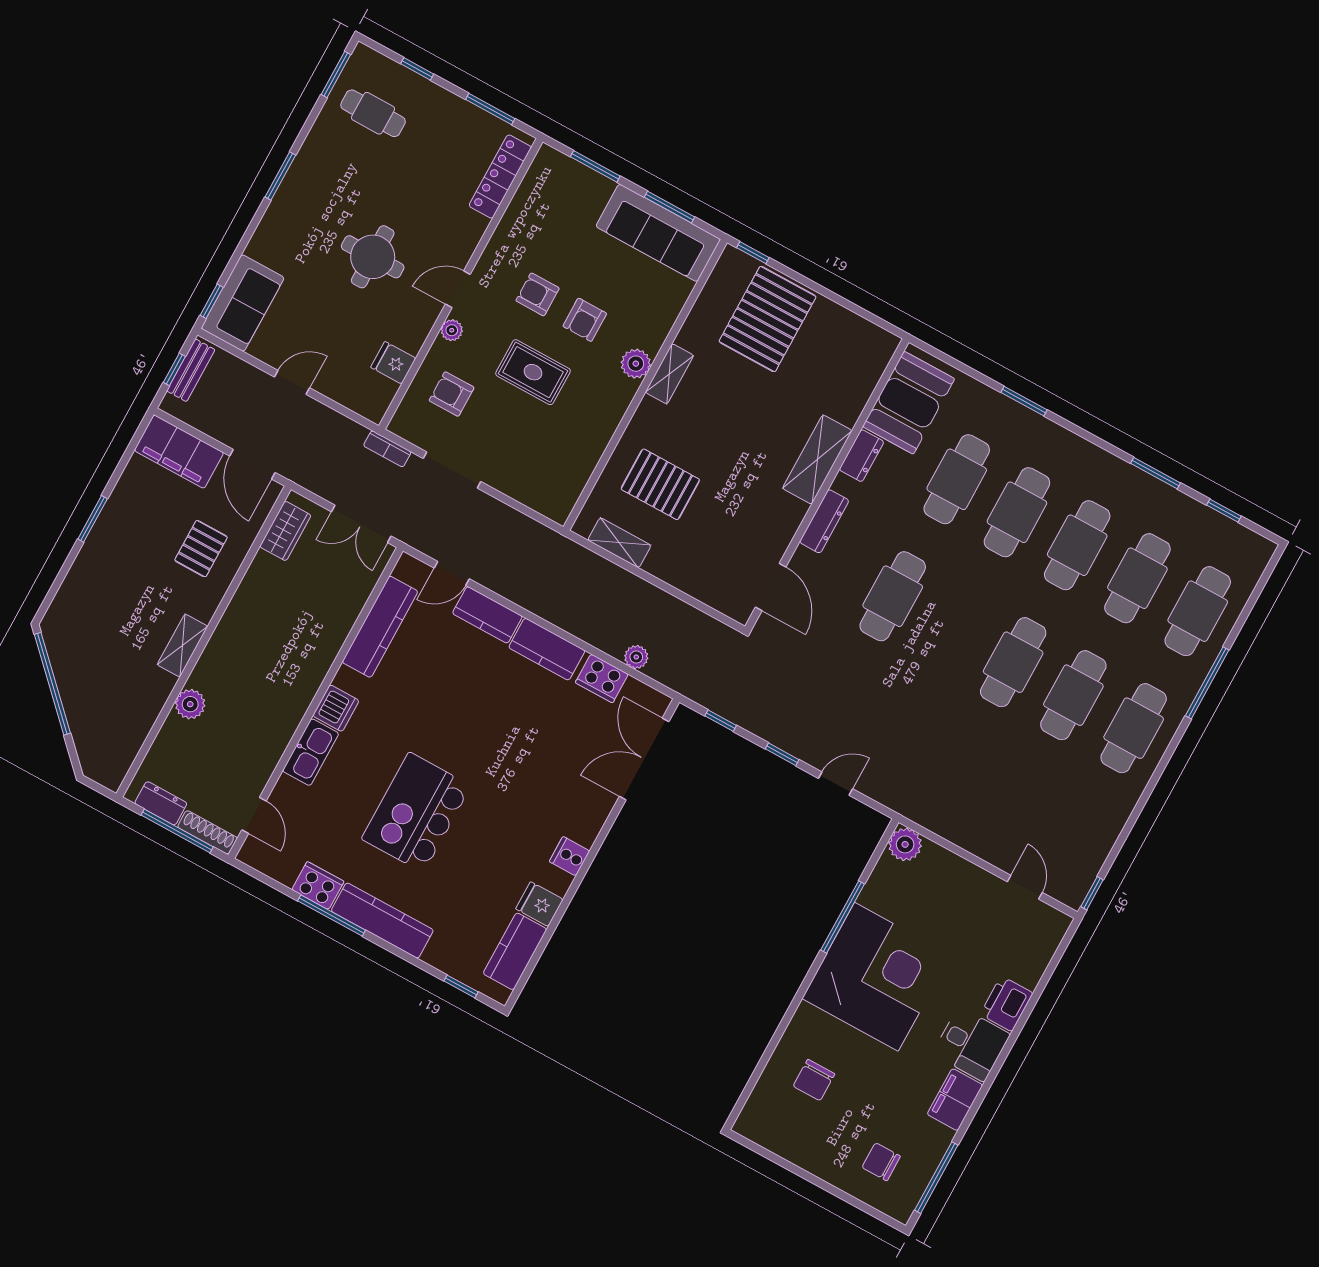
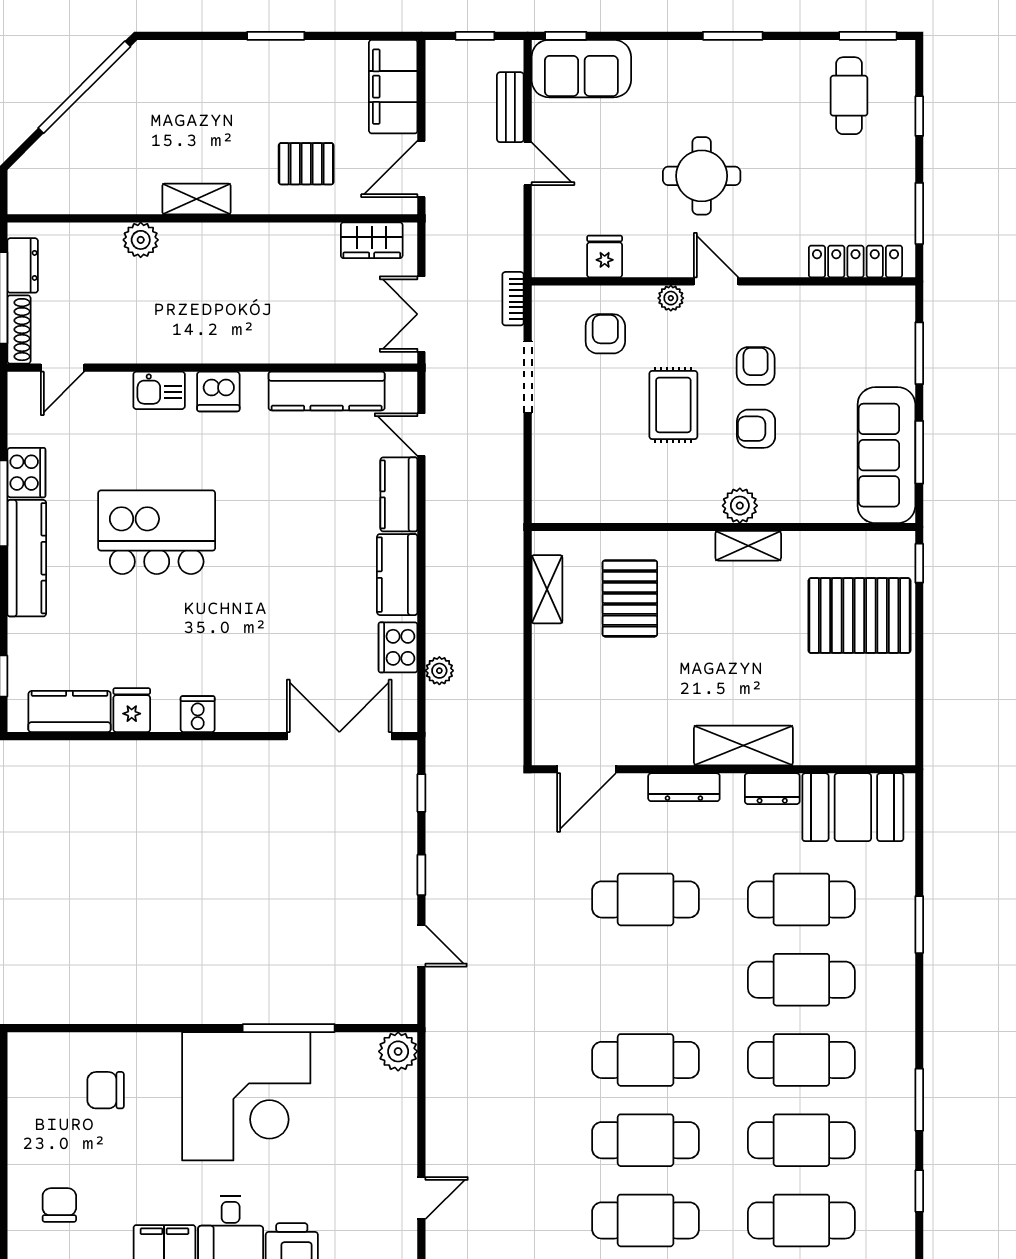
bench: (191, 370) -> (510, 107), moved, turned 90
kitchen sink: (311, 752) -> (159, 390), width x0.73

